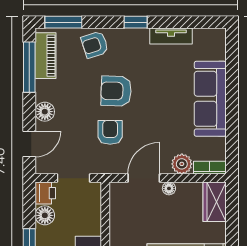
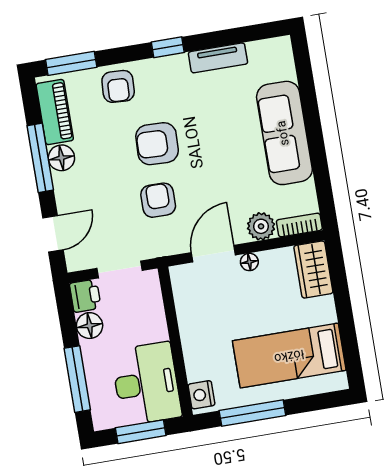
armchair: (95, 45) -> (118, 86), turned -69
window: (29, 67) -> (40, 158), moved
floor lamp: (45, 112) -> (61, 158), moved

